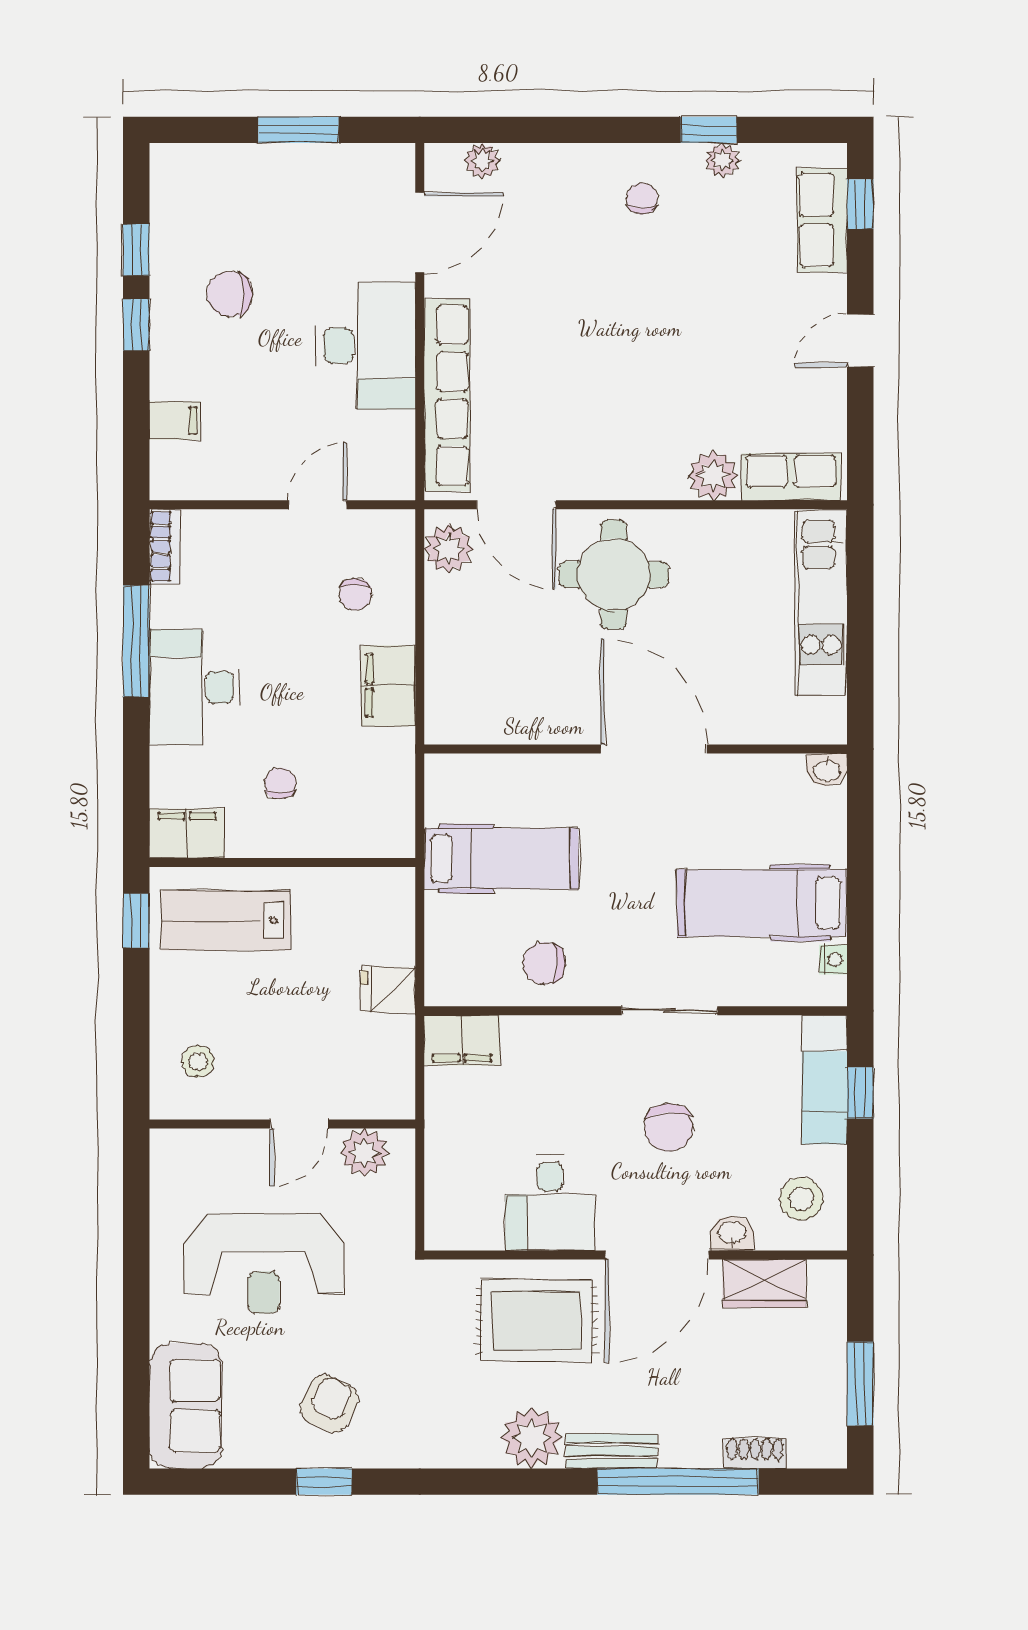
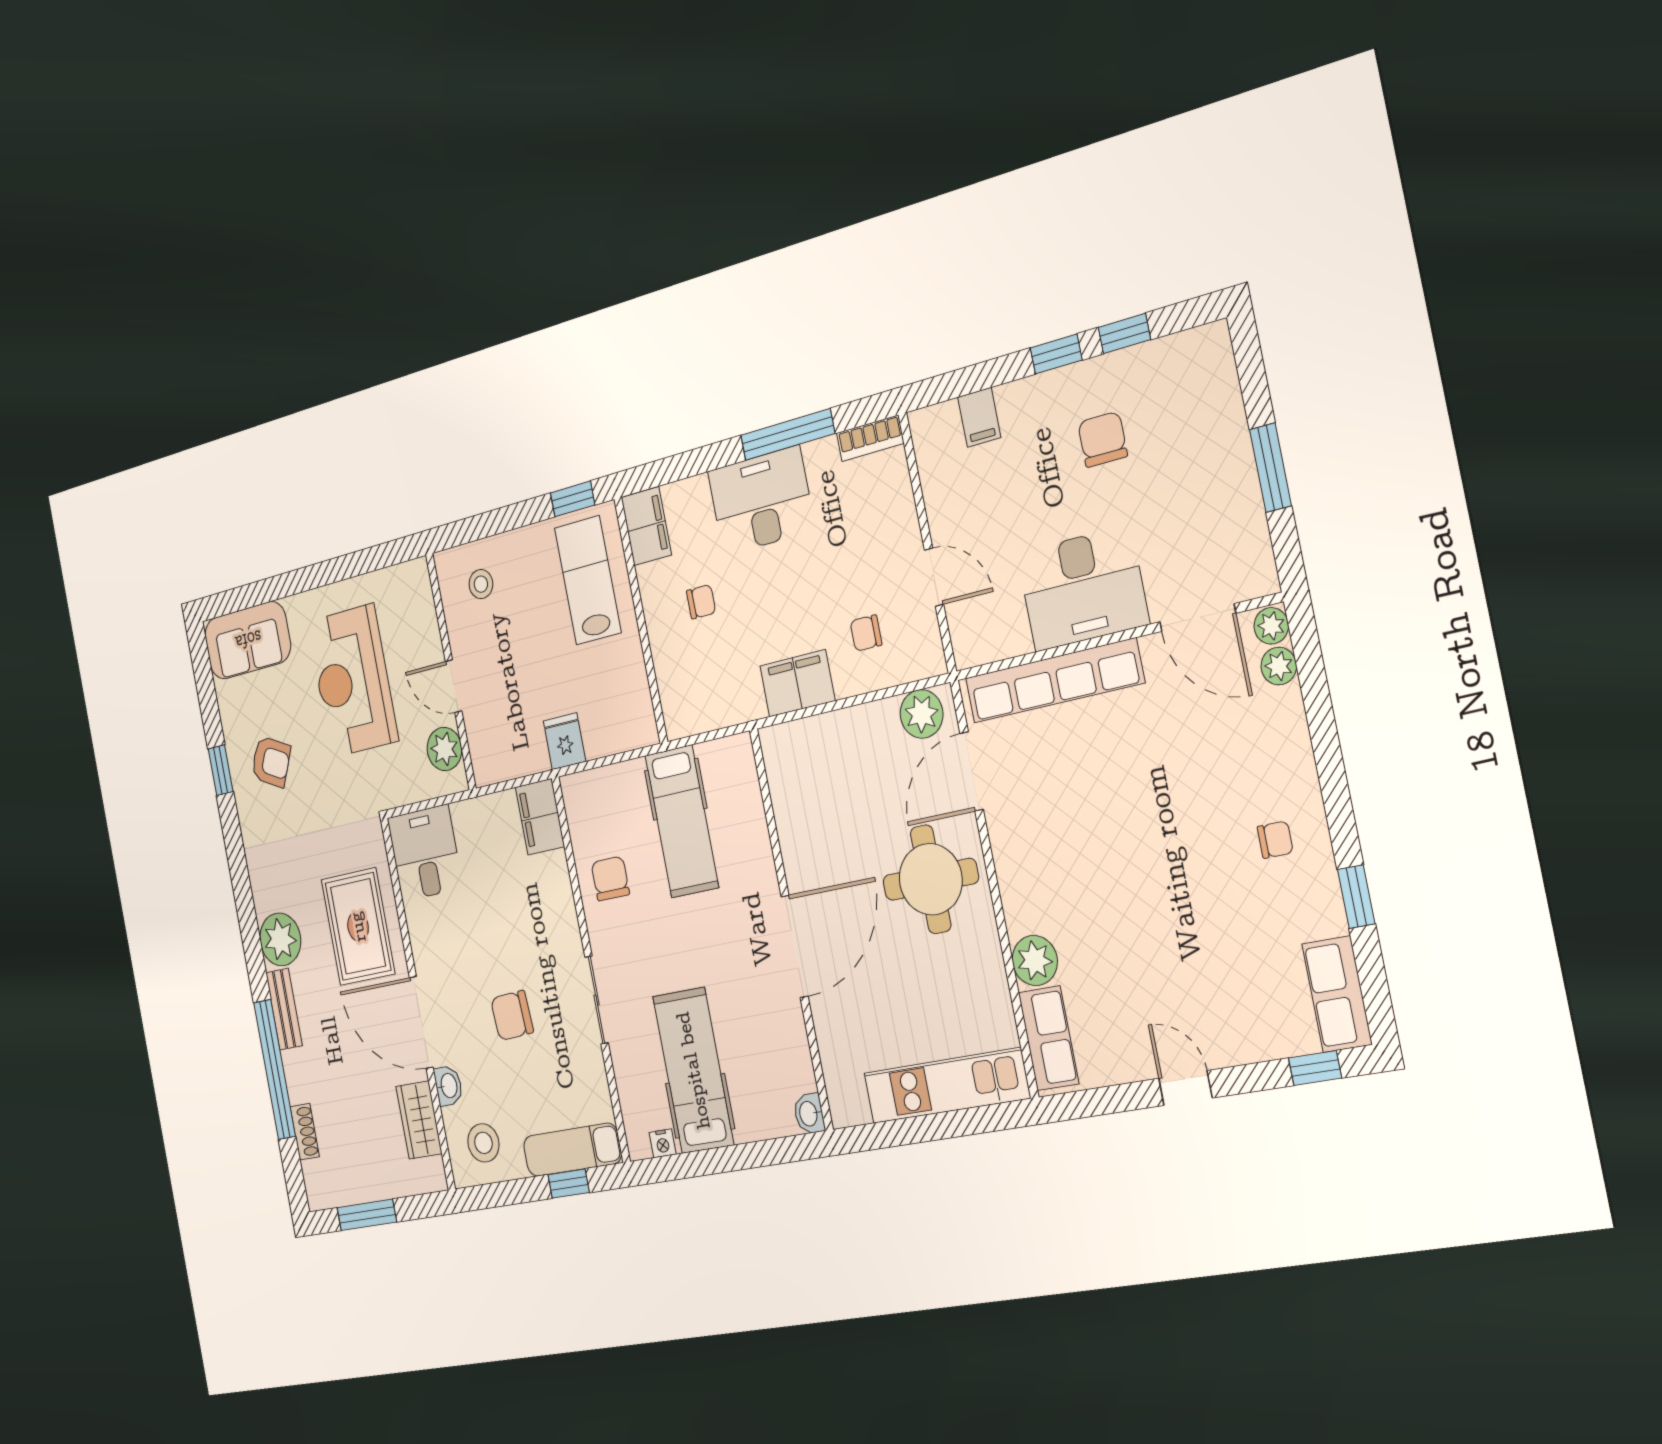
plant: (722, 160) -> (1271, 626), moved
row of seats: (822, 220) -> (1337, 994), moved, turned -90
desk: (550, 1203) -> (425, 853), moved, turned 90

